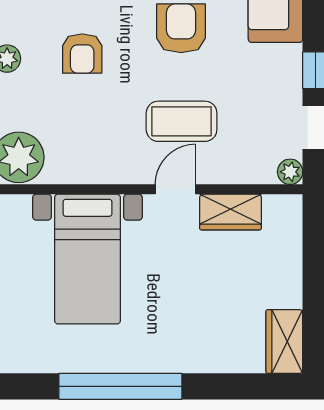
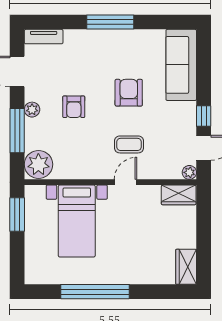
coffee table: (182, 121) -> (129, 144), width x0.73, depth x0.77
wardrobe: (230, 212) -> (179, 195), moved

